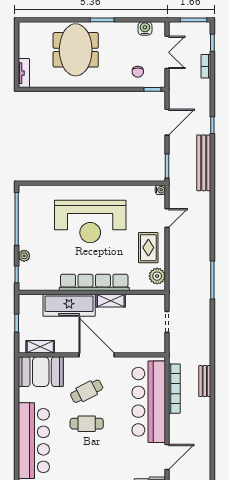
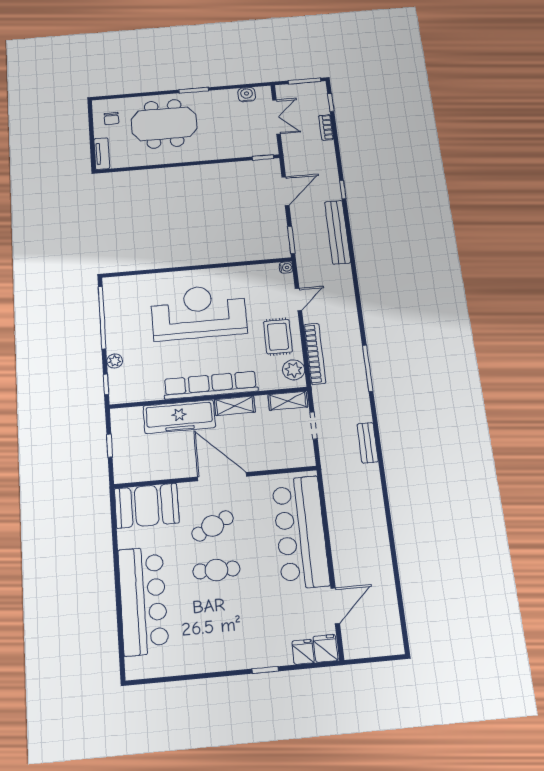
meeting table: (76, 50) -> (164, 124), turned 90
chair: (138, 72) -> (111, 118), moved
reception desk: (90, 221) -> (199, 312), turned 180
shelving: (40, 347) -> (288, 401), moved
bench: (205, 381) -> (368, 443), moved
bookcase: (174, 389) -> (315, 354), moved

